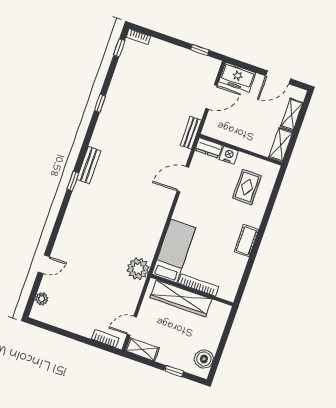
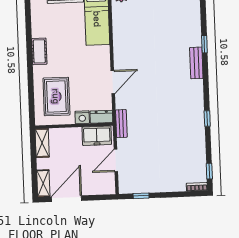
freezer: (237, 77) -> (97, 136), moved, turned 180
door: (278, 77) -> (66, 199), width x1.36
shelving: (292, 114) -> (43, 183), moved
rug: (247, 187) -> (56, 96), width x1.36, depth x1.43

